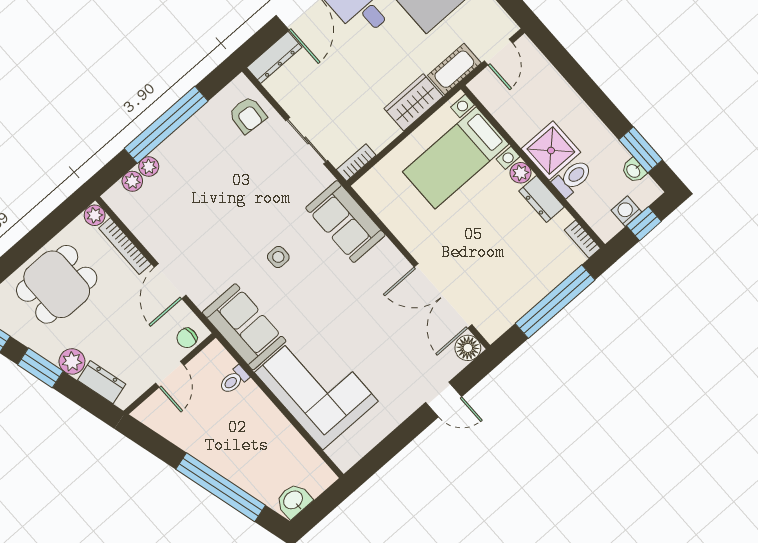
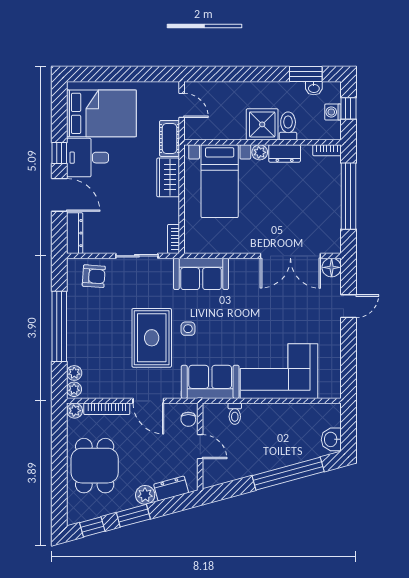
plant: (149, 167) -> (74, 389), moved
rug: (237, 228) -> (152, 338), added

